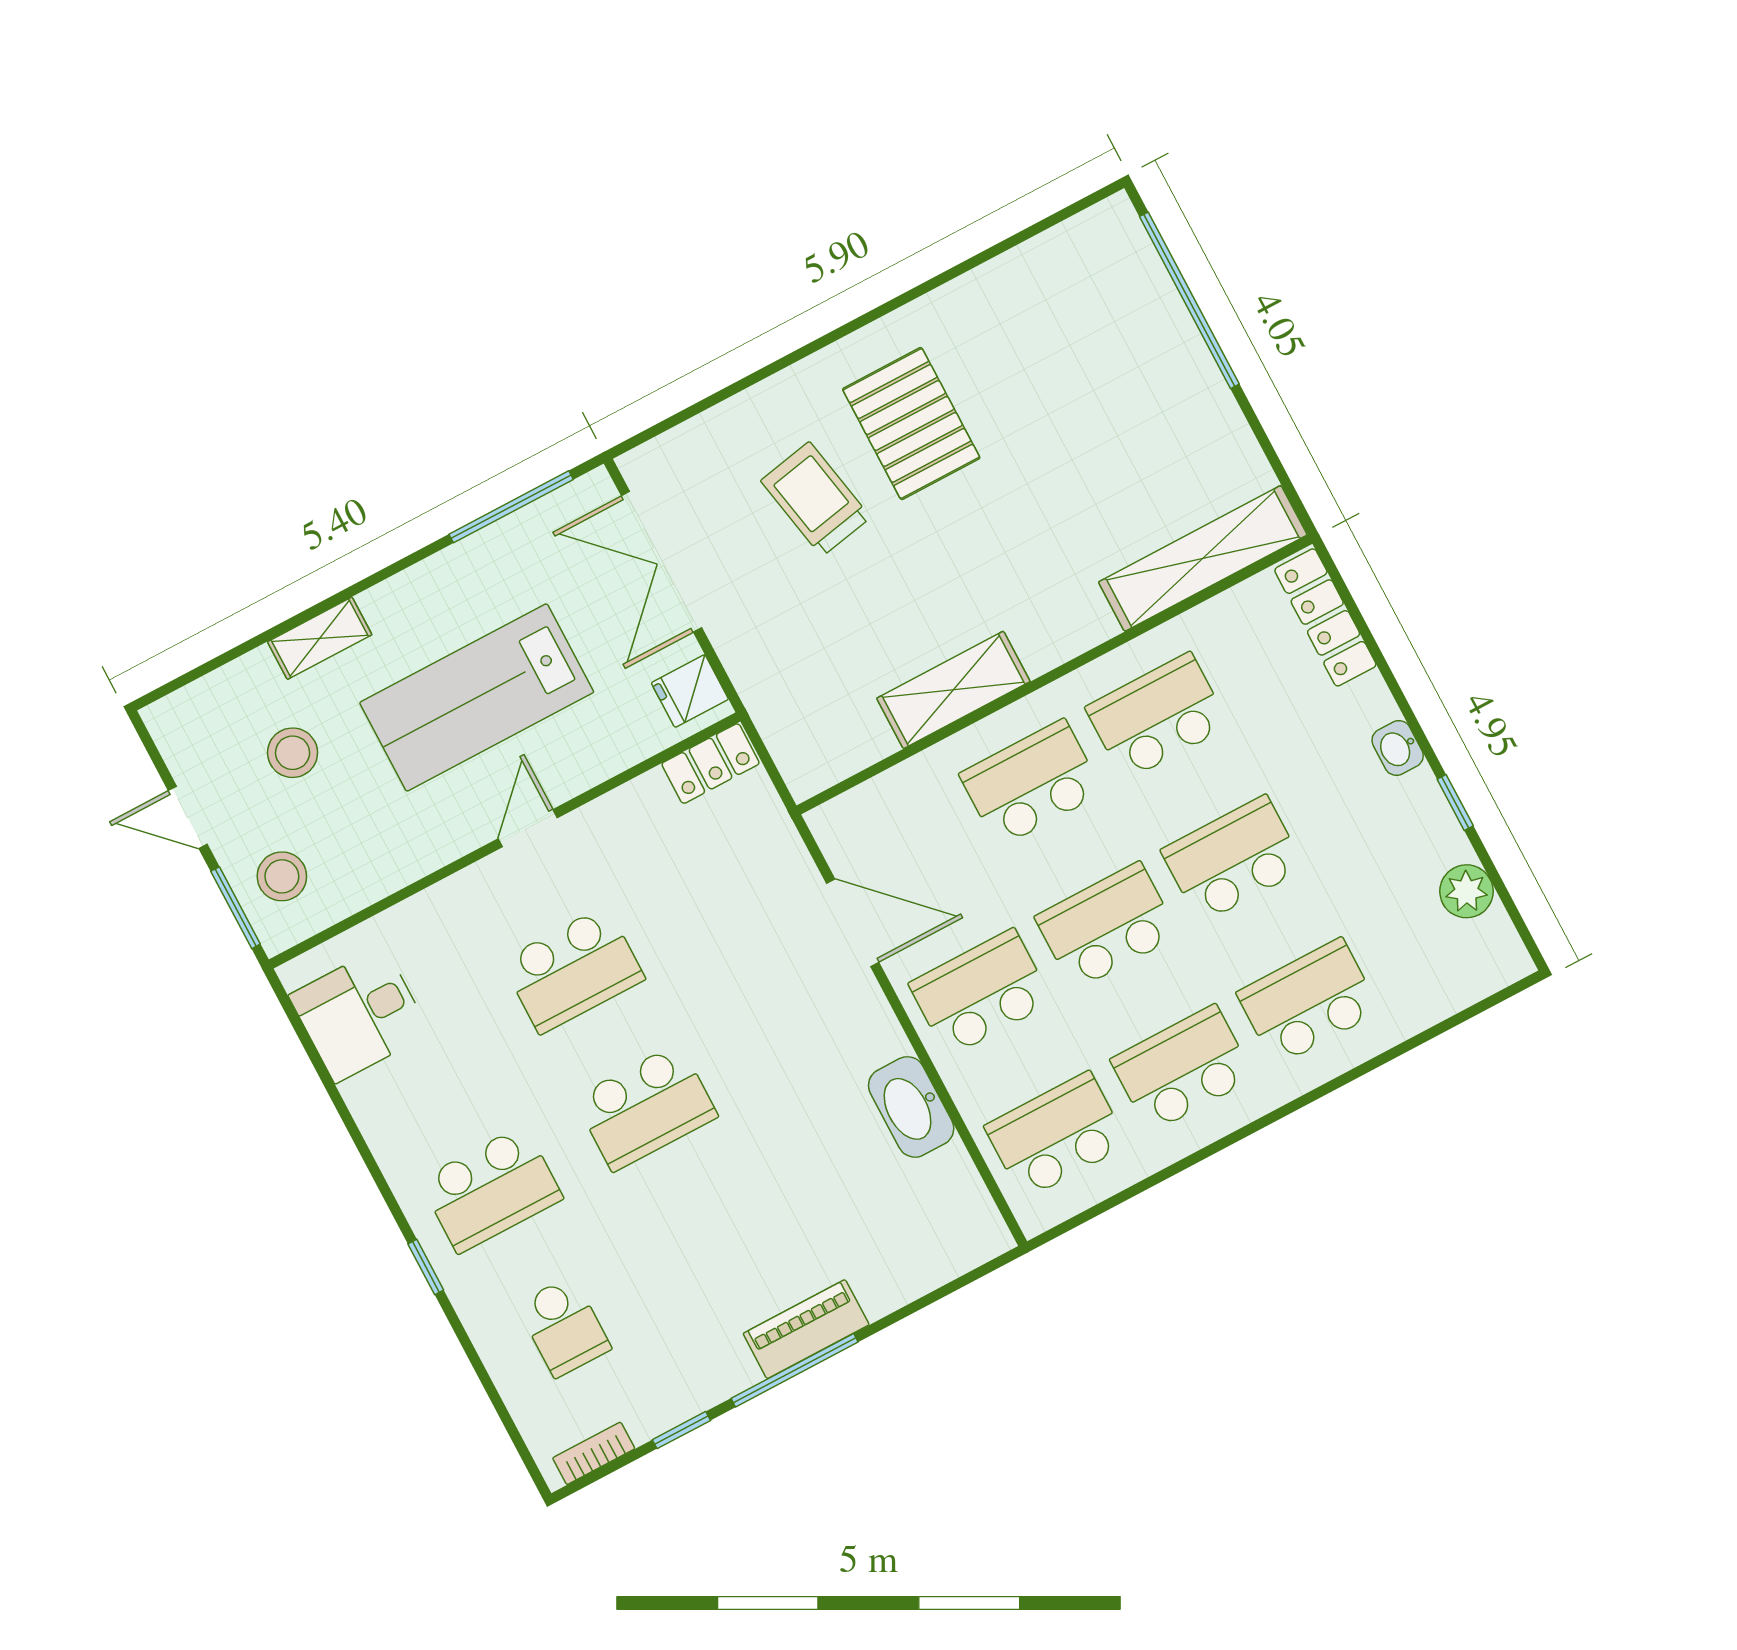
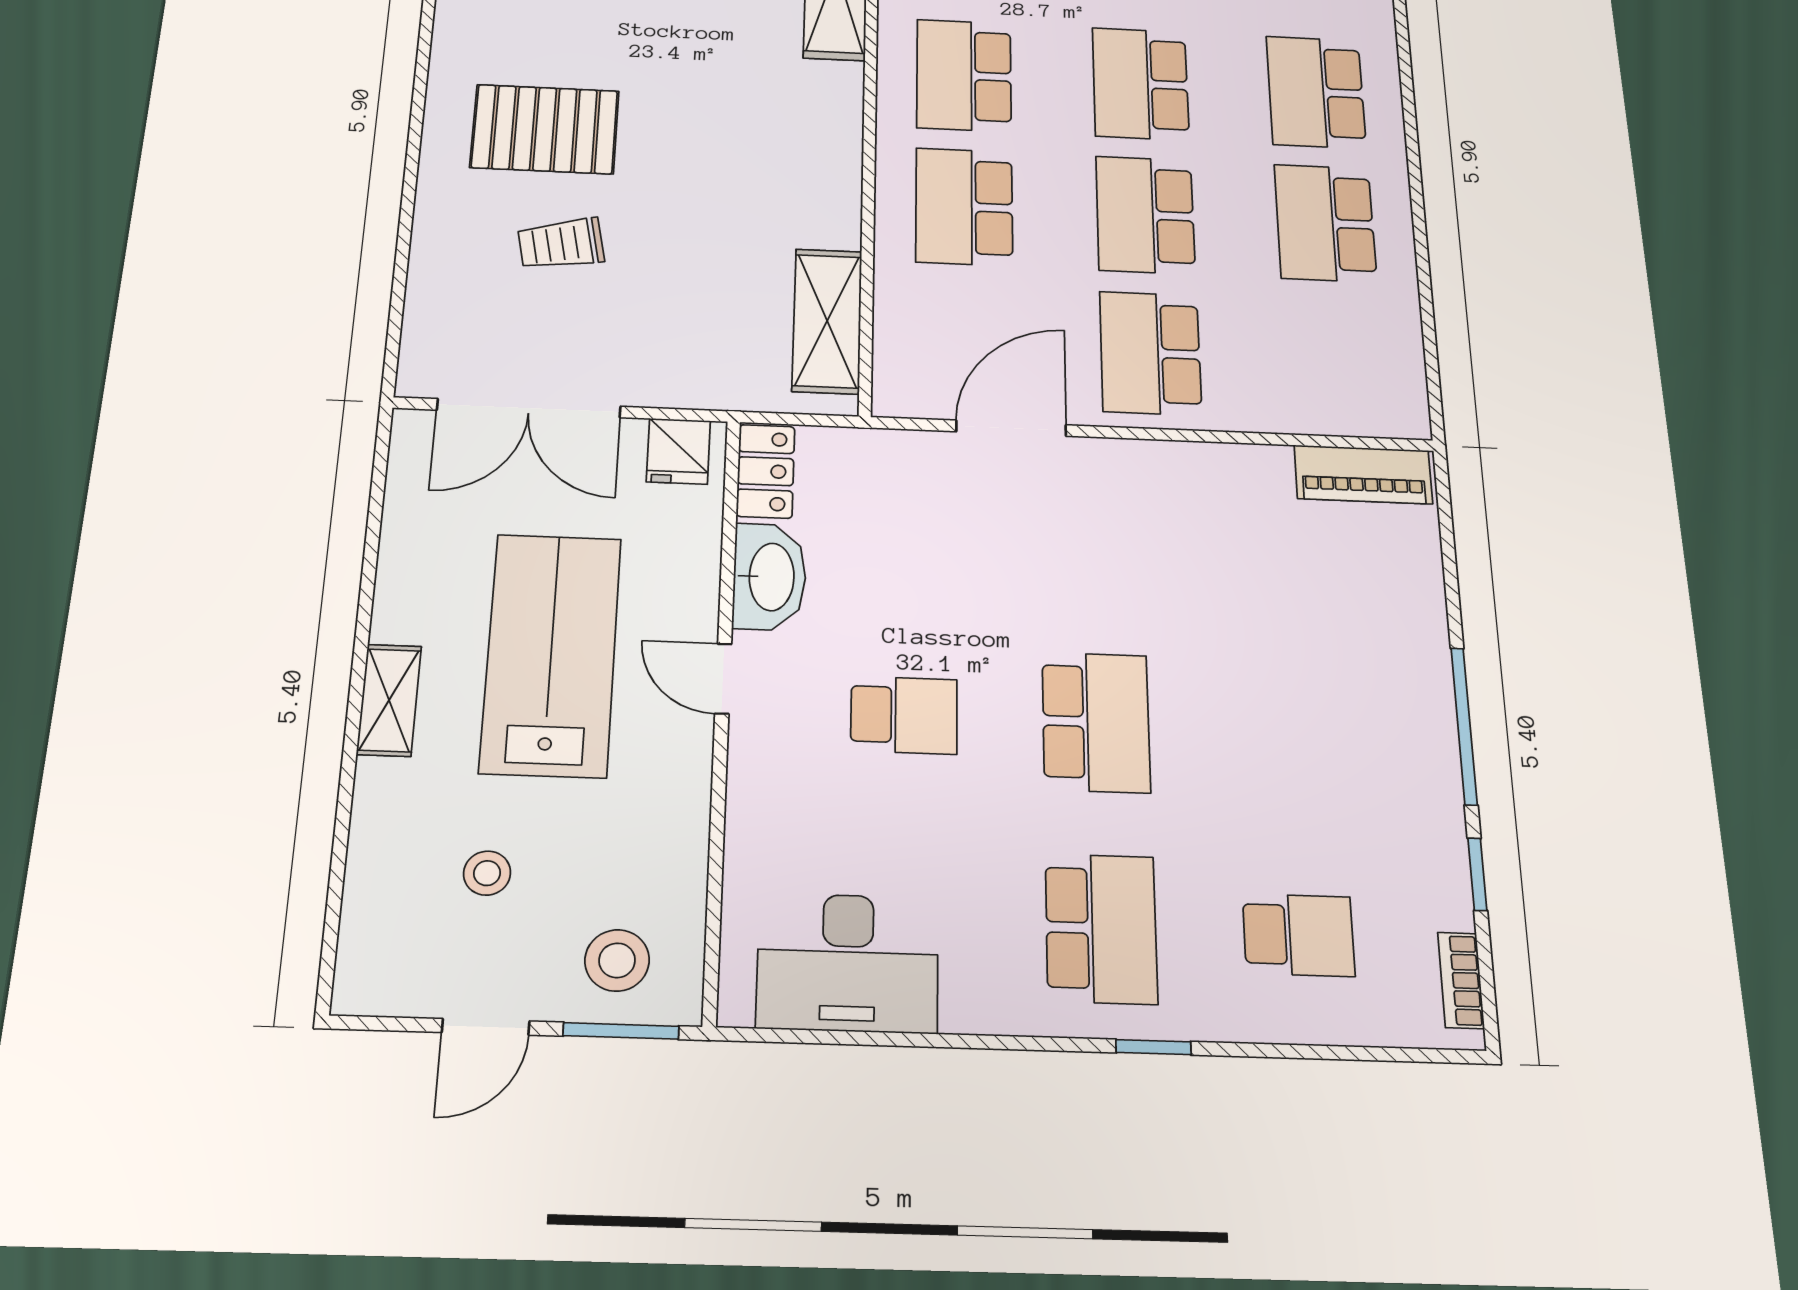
trolley: (816, 499) -> (561, 244), width x0.73, depth x0.72
window: (511, 507) -> (375, 515), removed
shelving: (320, 638) -> (389, 700), moved
shelving: (953, 690) -> (827, 321), moved
lab bench: (477, 697) -> (551, 654), turned 180
stool: (293, 753) -> (487, 873), width x0.73, depth x0.73
school desk: (573, 970) -> (904, 715), width x0.54
desk: (359, 1014) -> (848, 963), width x1.37
washbasin: (911, 1107) -> (770, 577), moved, turned -90
school desk: (1056, 1135) -> (1335, 361), removed
piano: (806, 1329) -> (1363, 474), moved, turned -90

